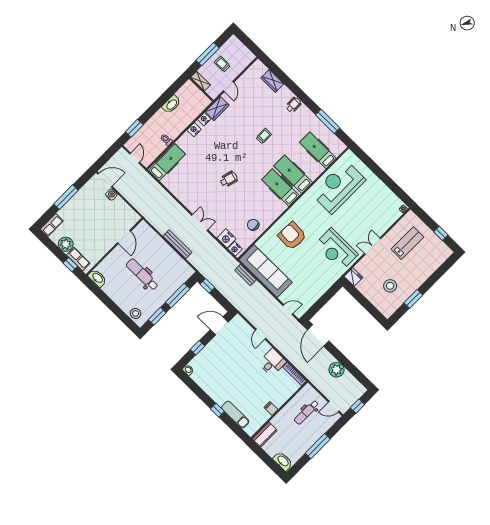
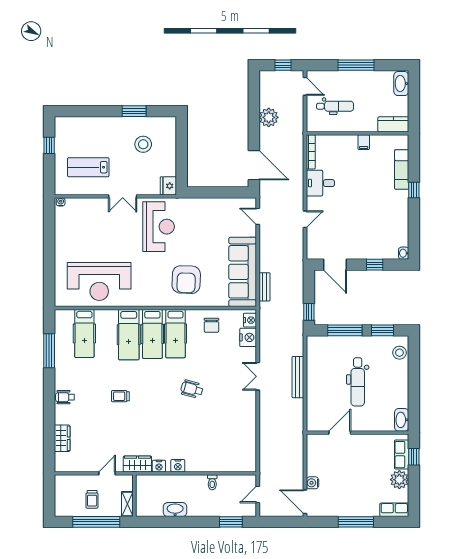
window: (208, 54) -> (96, 522), width x1.46
hospital bed: (167, 162) -> (175, 334), moved, turned -90
door: (318, 335) -> (254, 165), hinge flipped

